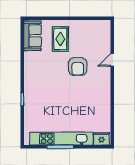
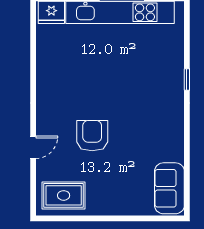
rug: (60, 39) -> (64, 195), moved, turned 90

